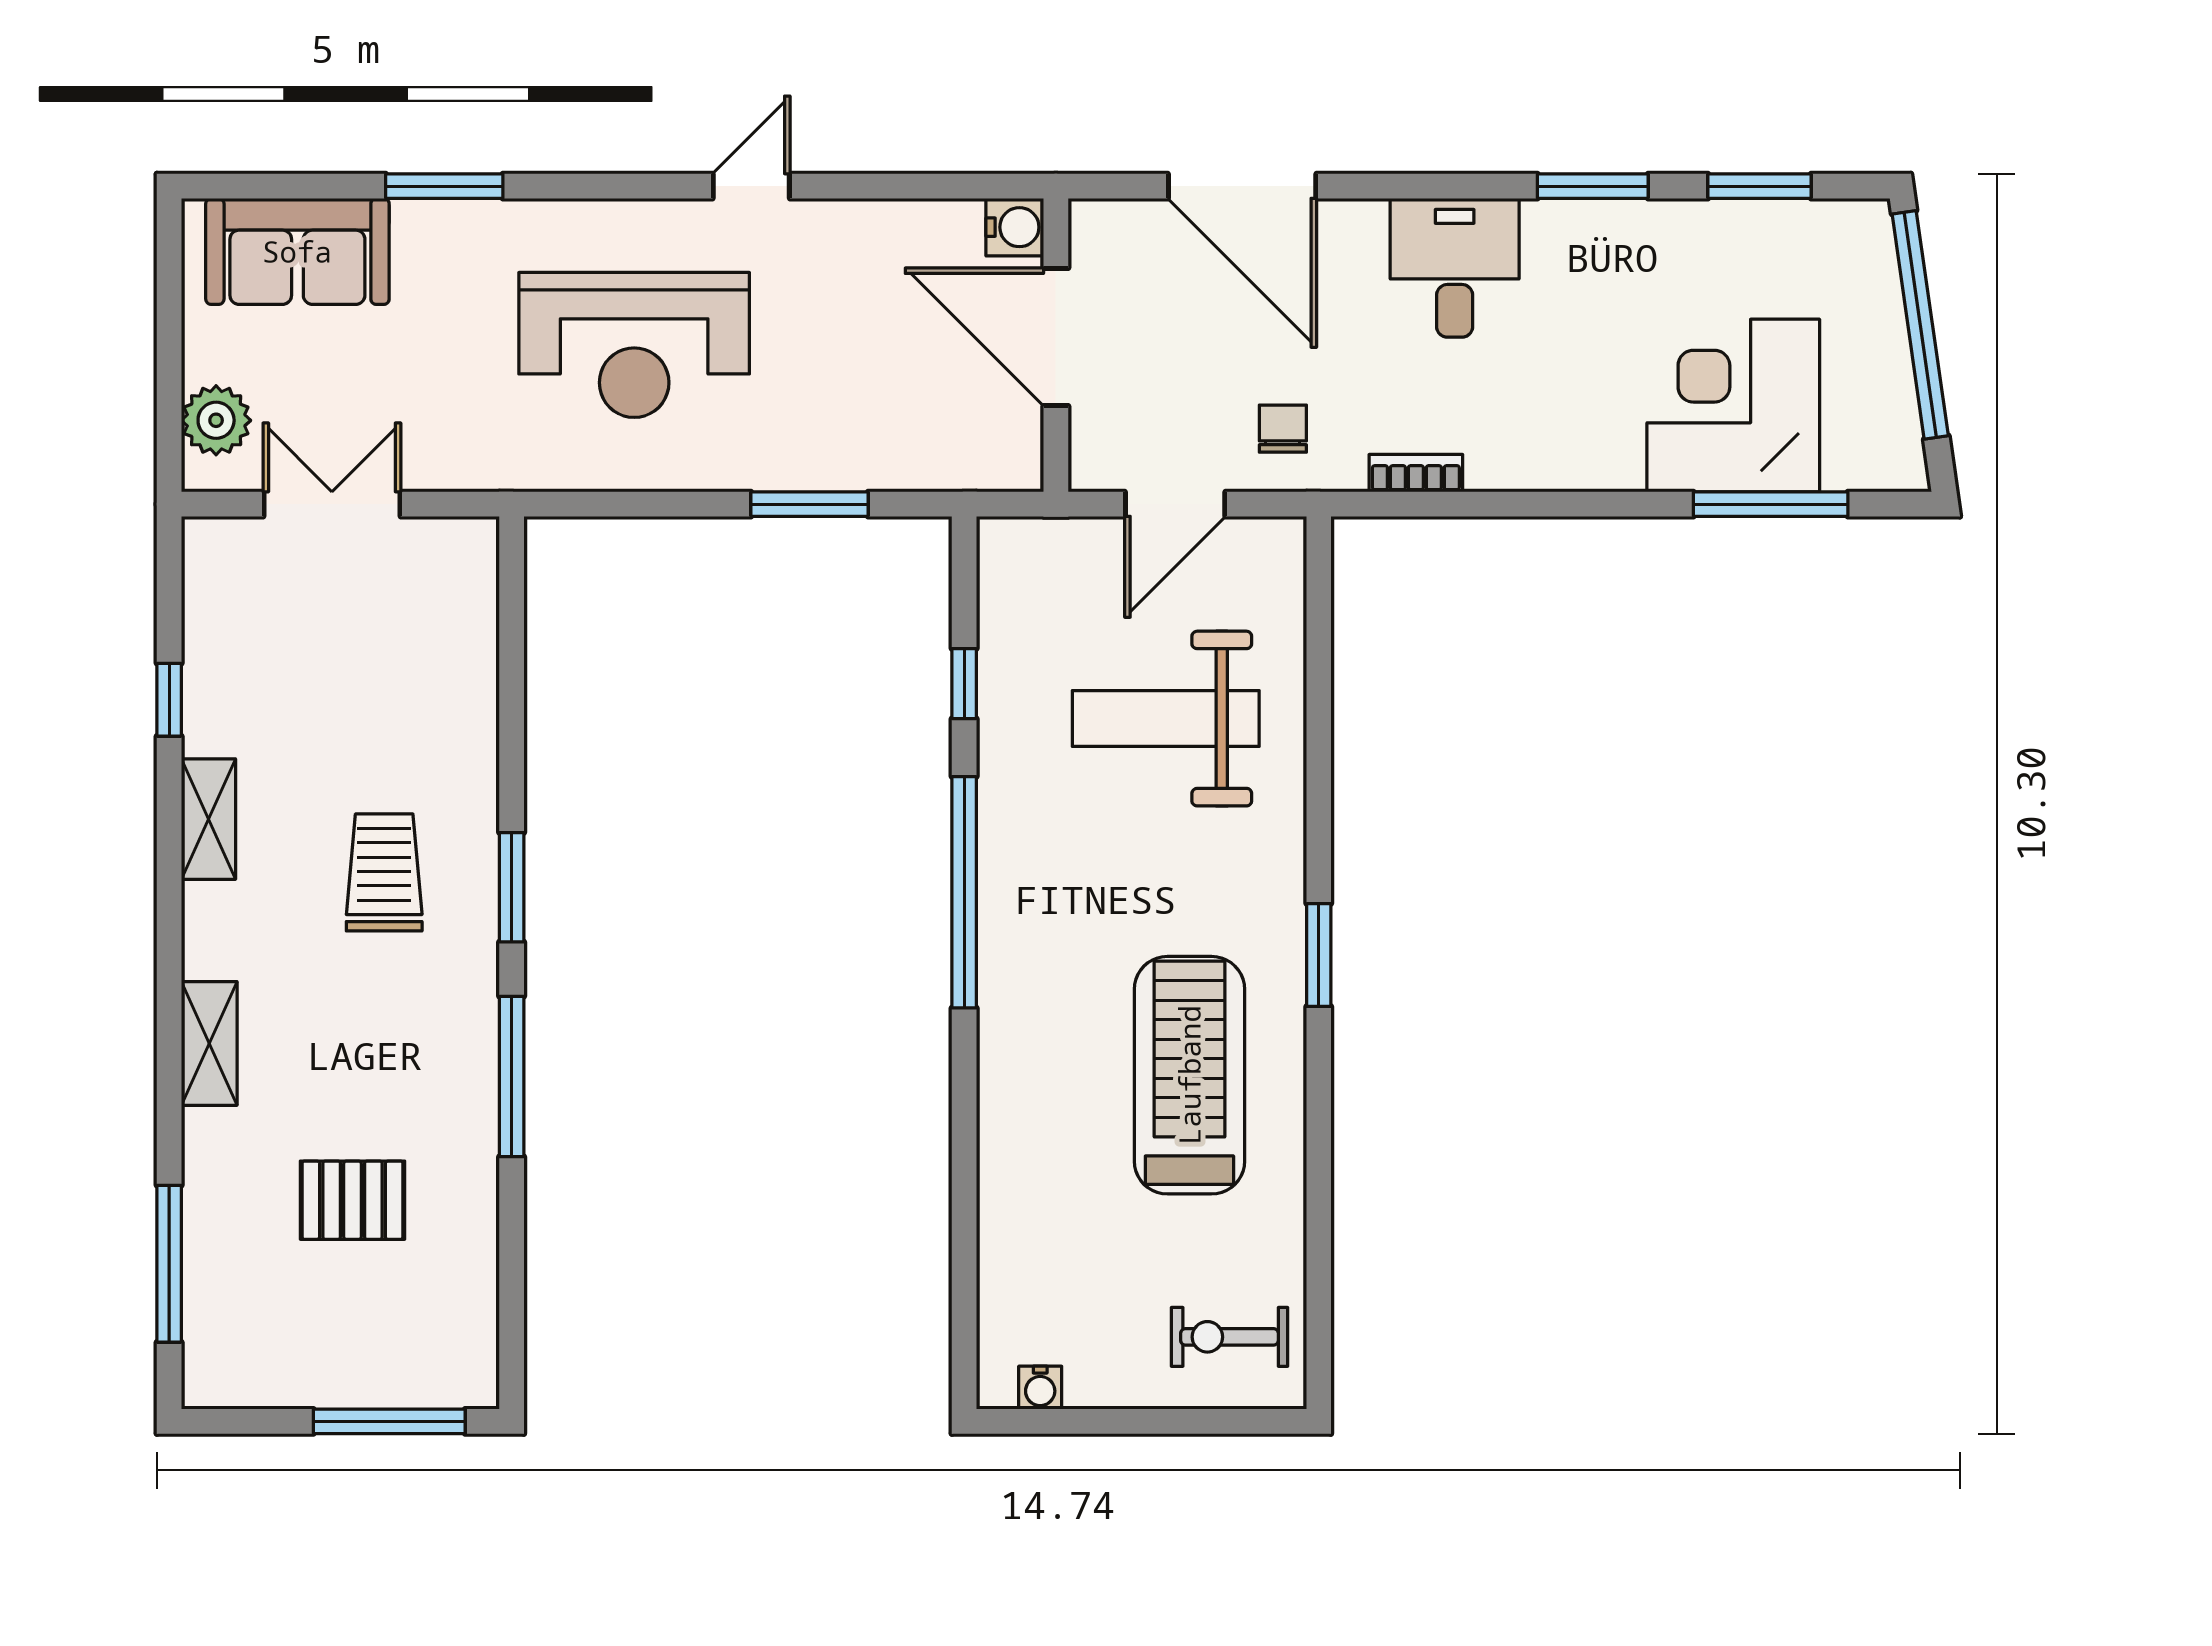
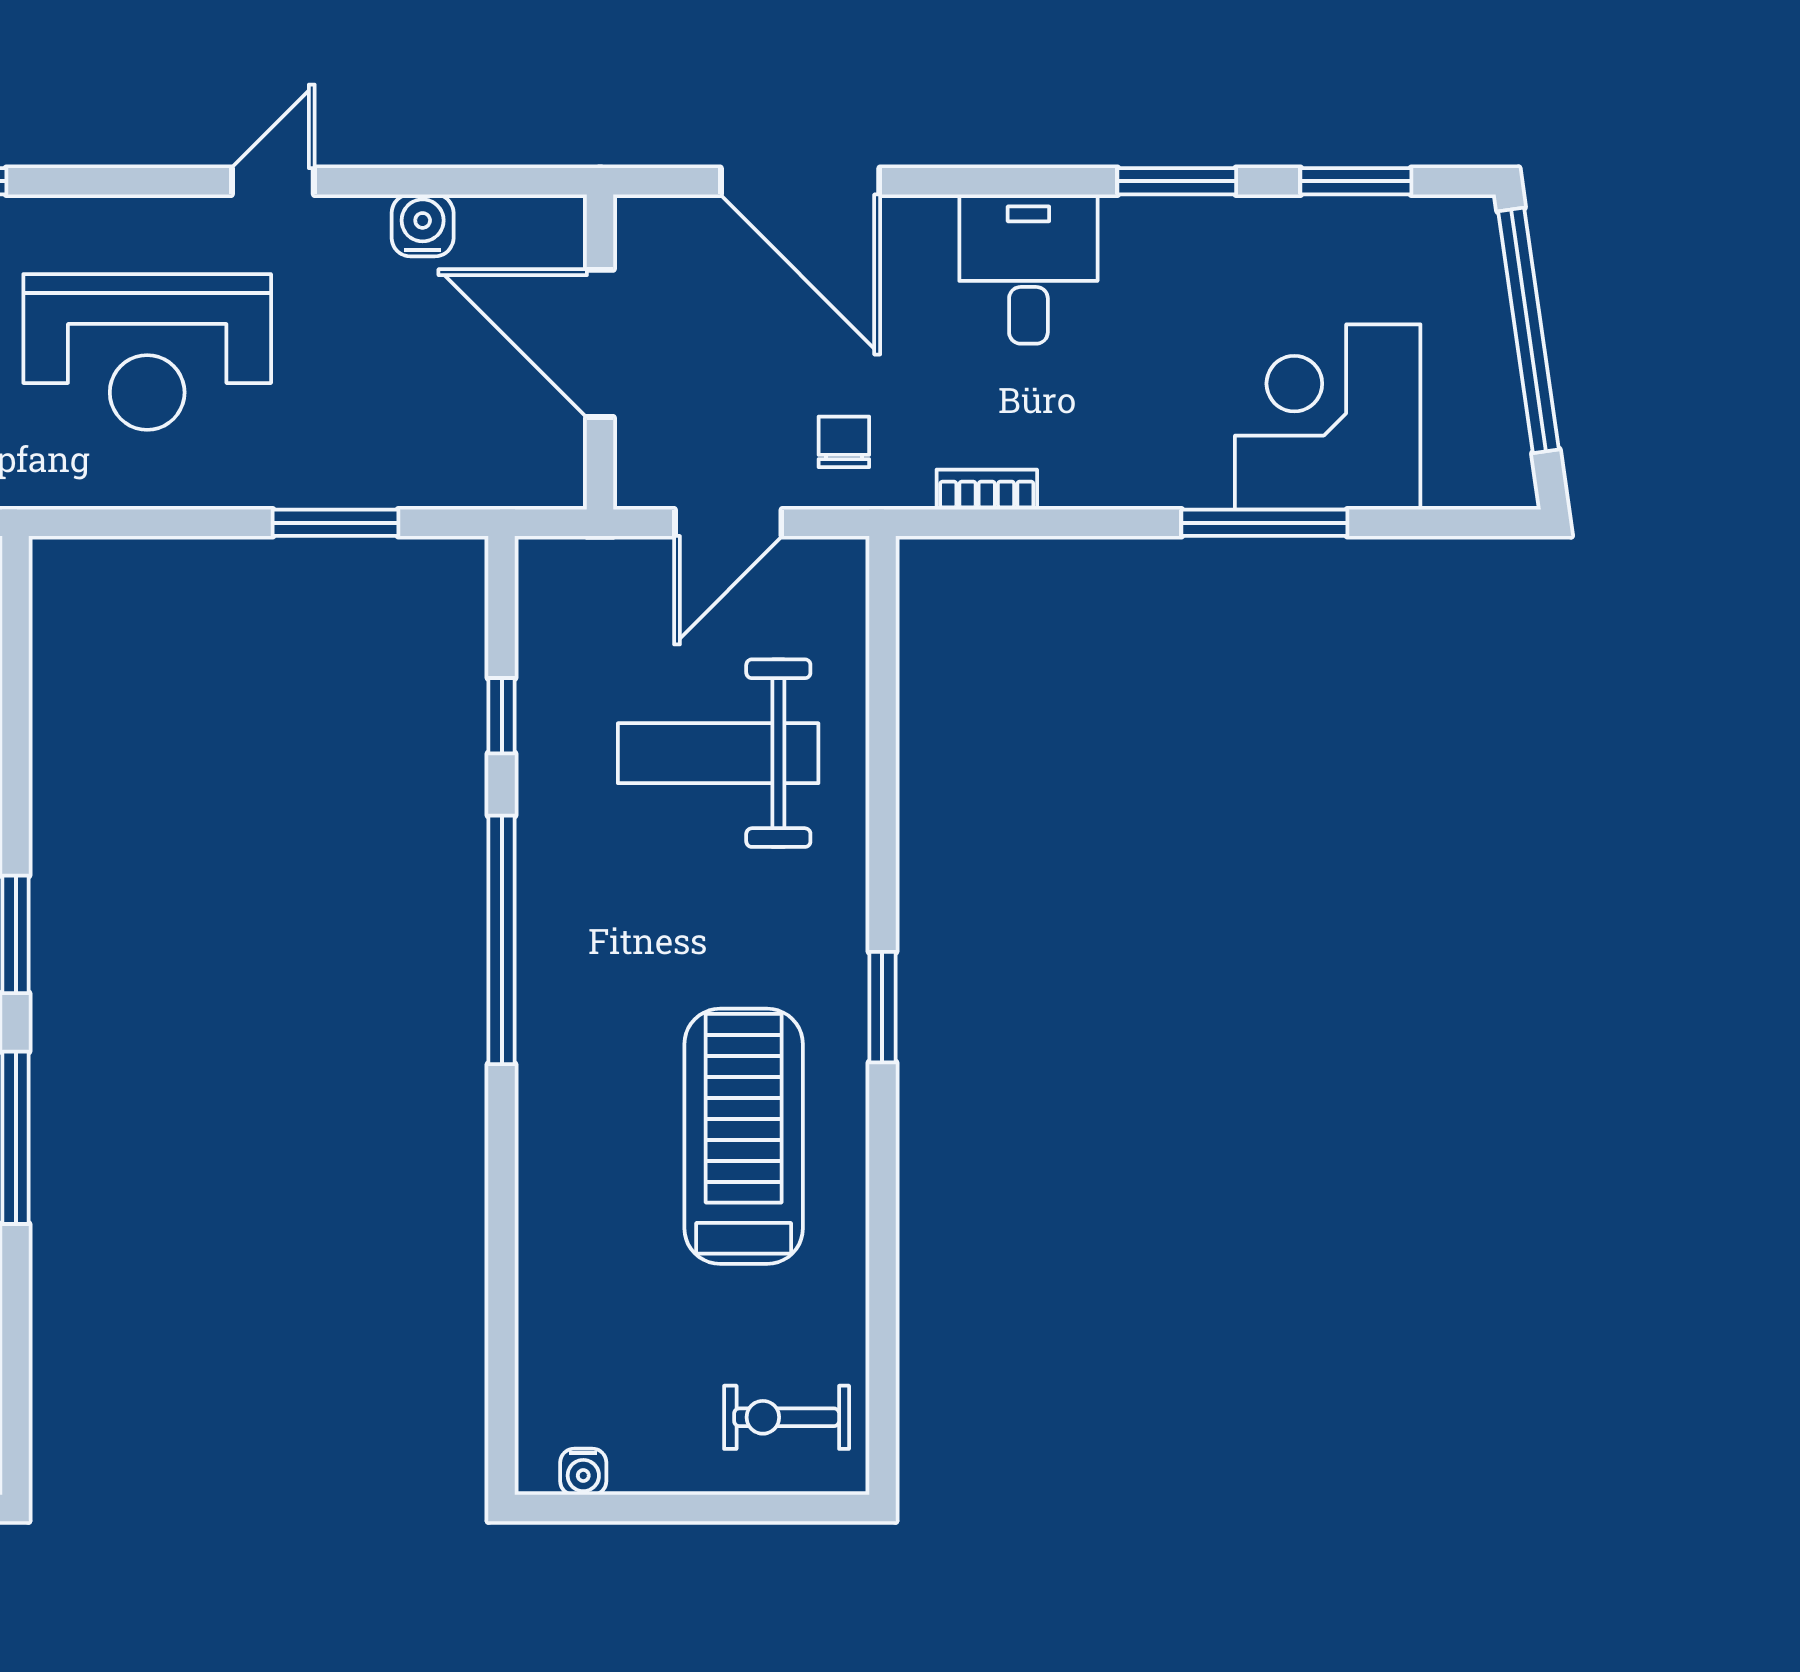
water cooler: (1015, 227) -> (423, 225), moved, turned -90
window: (1771, 504) -> (1264, 523), moved

